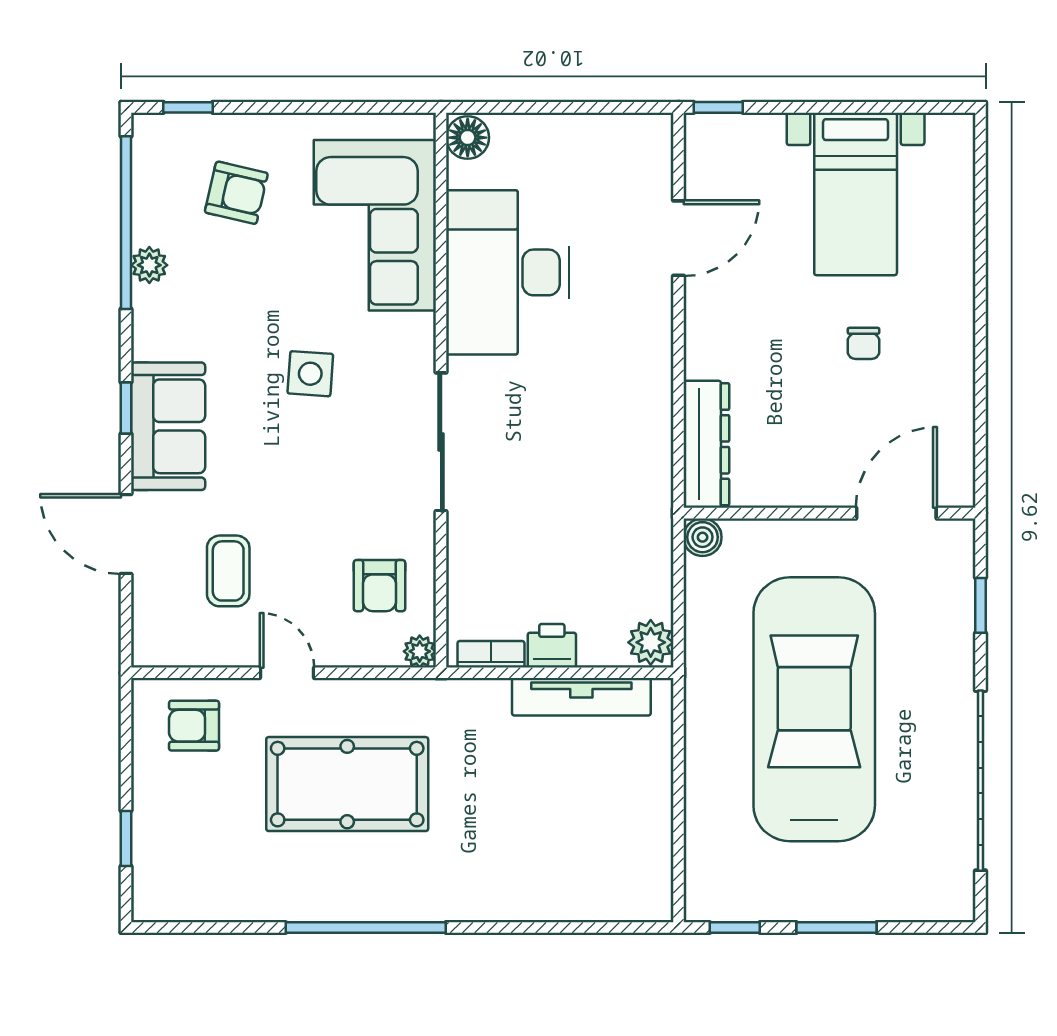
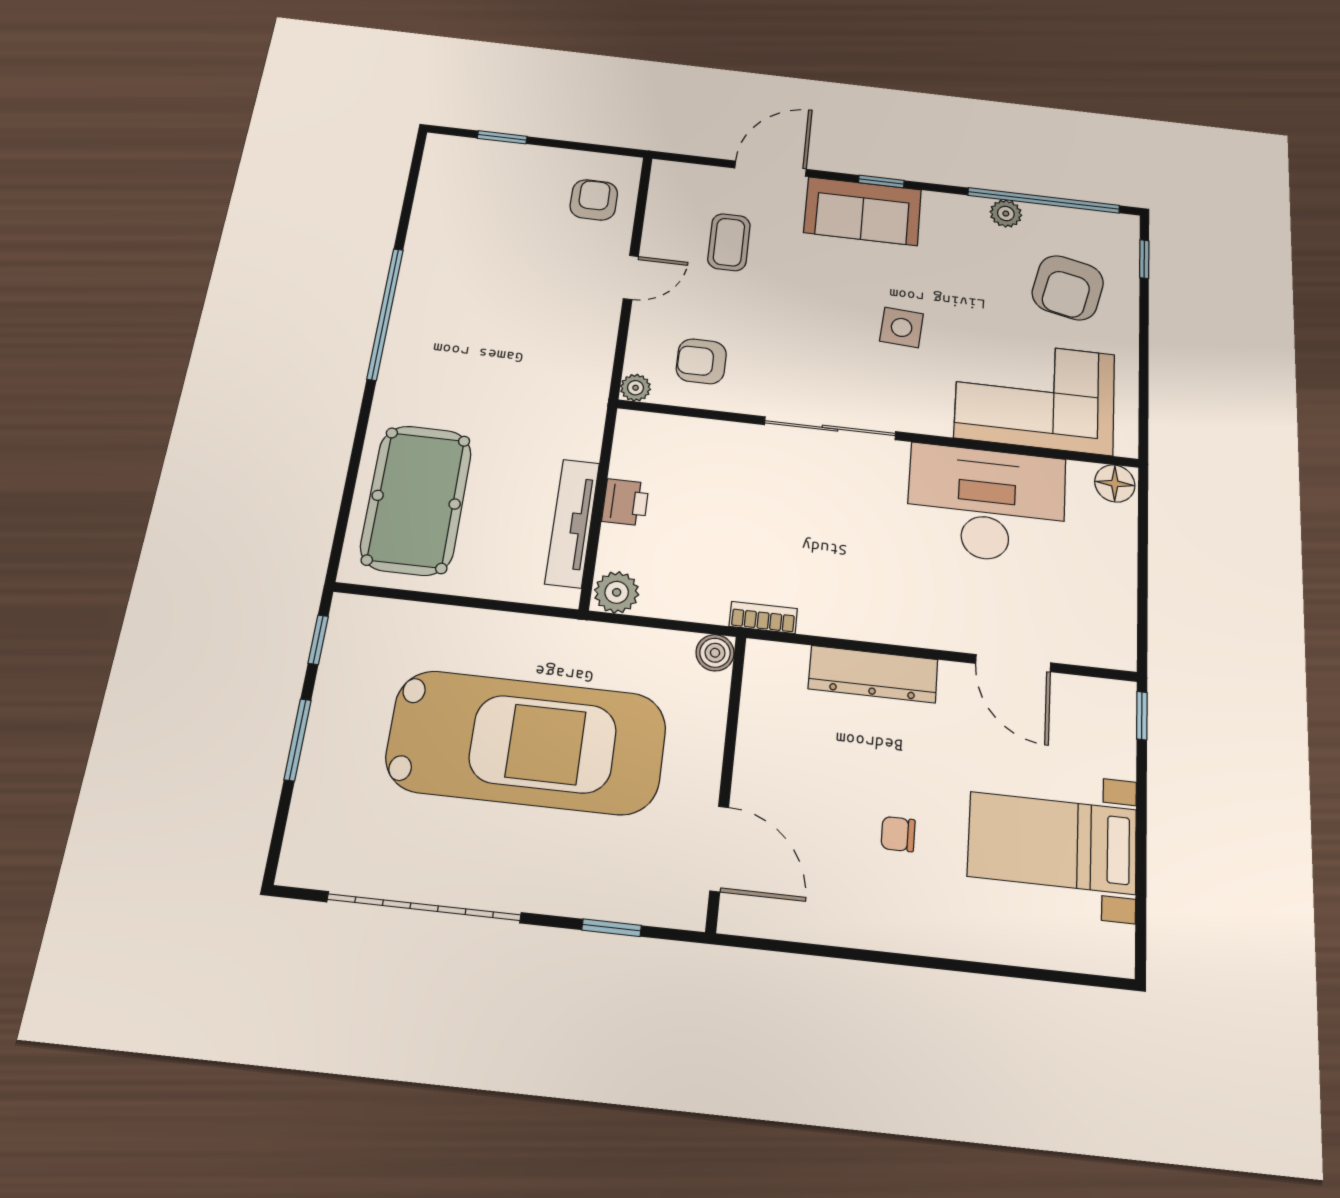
armchair: (236, 193) -> (1068, 288), width x1.38, depth x1.38
dresser: (706, 444) -> (873, 674), moved
coffee table: (228, 571) -> (729, 242), turned 90
bookcase: (491, 654) -> (763, 617), moved, turned -90
pool table: (347, 784) -> (416, 500), moved

